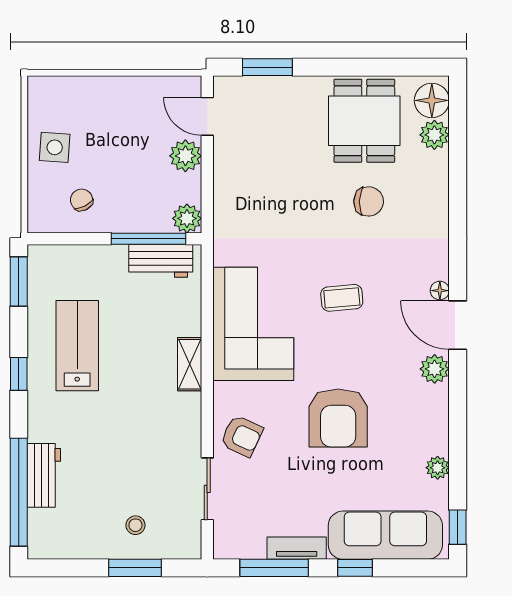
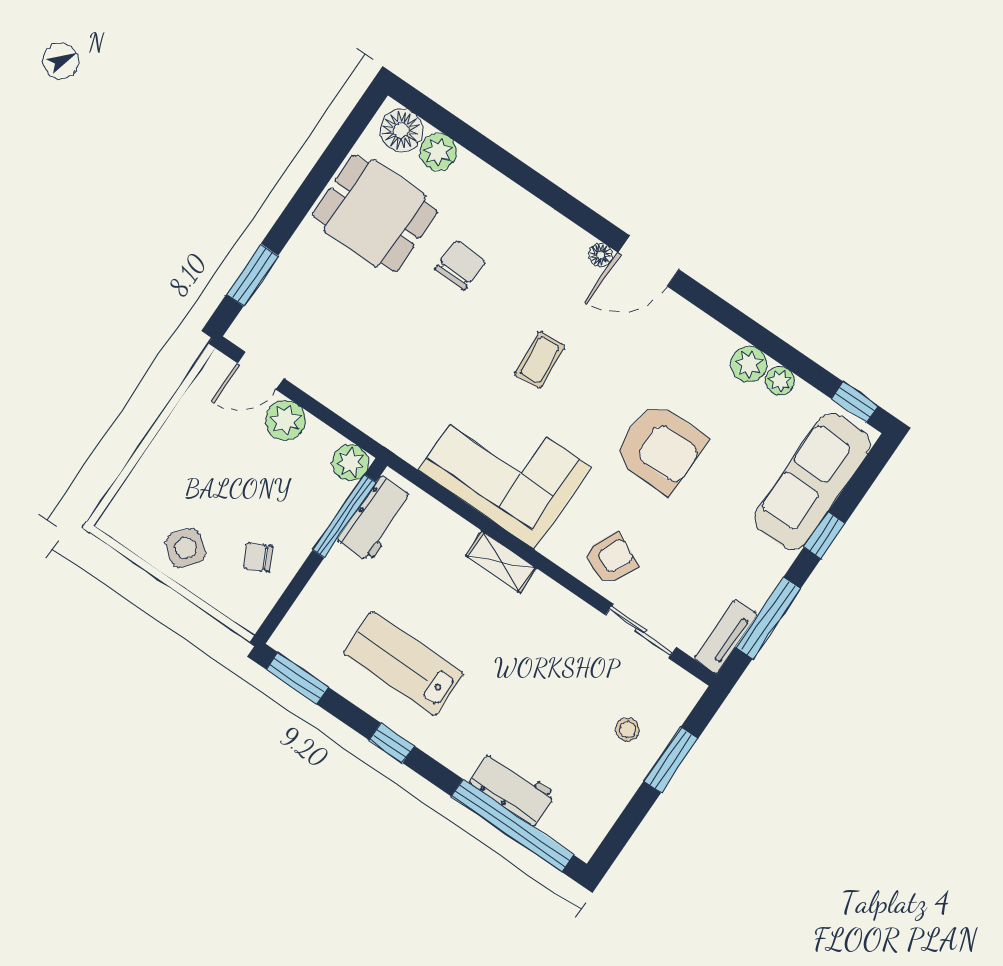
side table: (55, 147) -> (185, 548), turned 37
plant: (435, 369) -> (749, 364), moved
tv unit: (297, 548) -> (726, 636), moved

